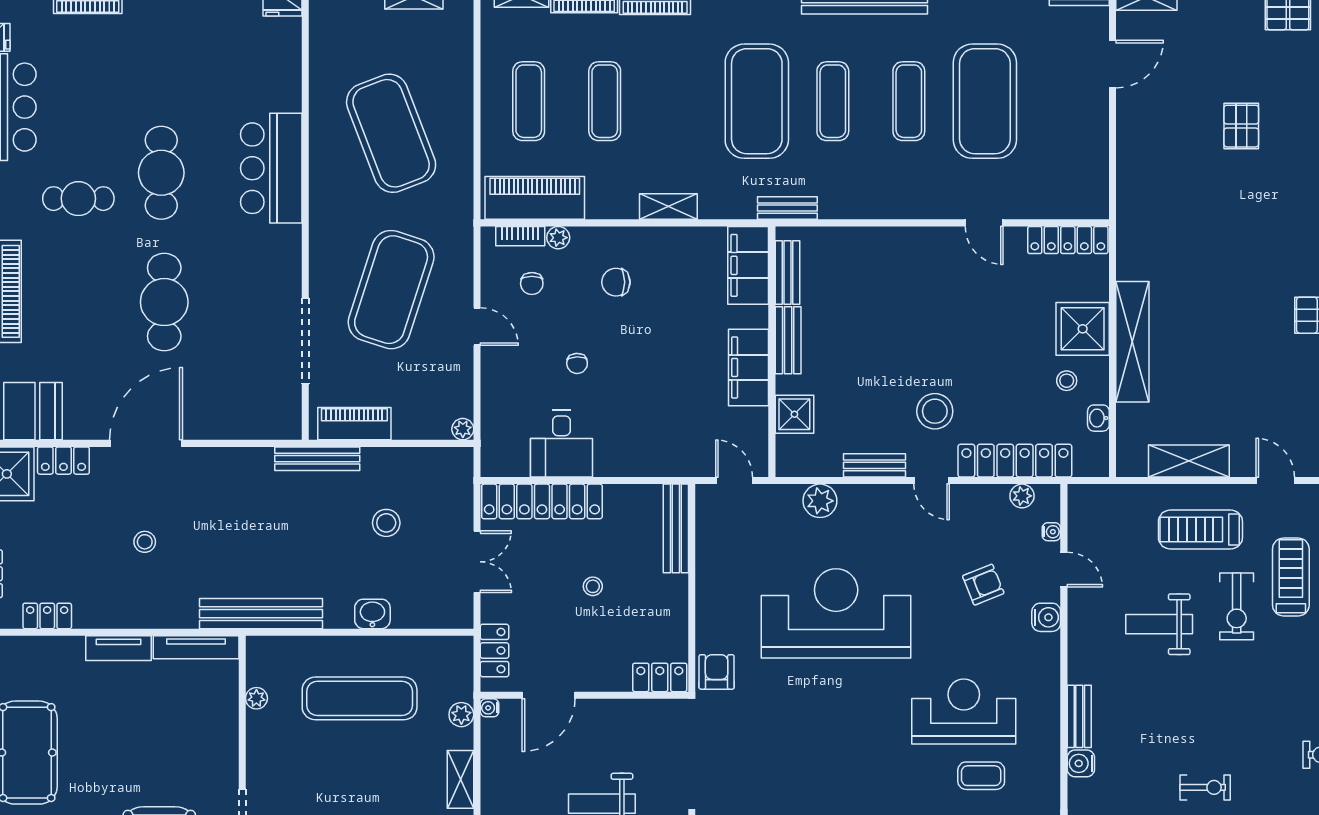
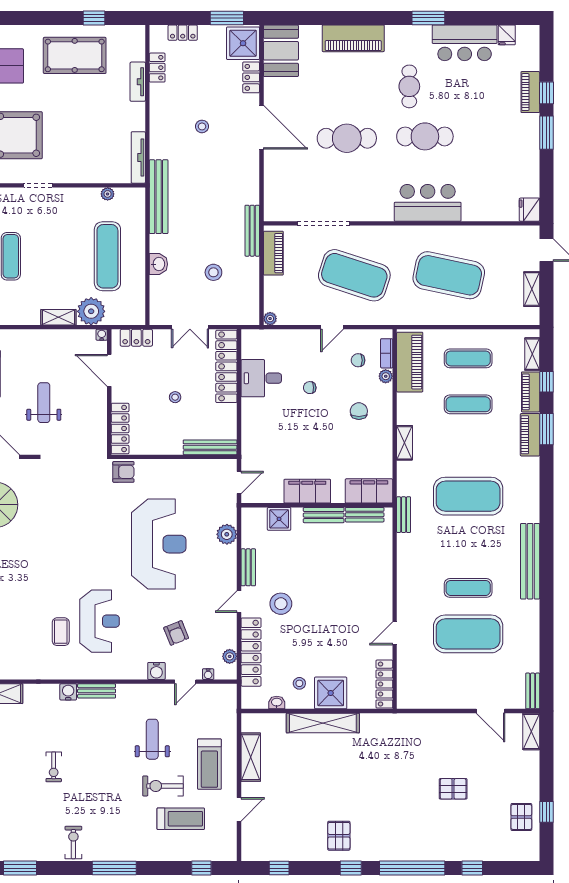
exercise mat: (833, 101) -> (468, 542), removed
exercise mat: (391, 133) -> (449, 275), turned 33
treadmill: (1200, 529) -> (209, 764), turned 180
tv unit: (118, 648) -> (138, 82), moved
locker: (660, 677) -> (120, 428), width x1.53
plant: (461, 715) -> (91, 311), width x1.87, depth x1.87

